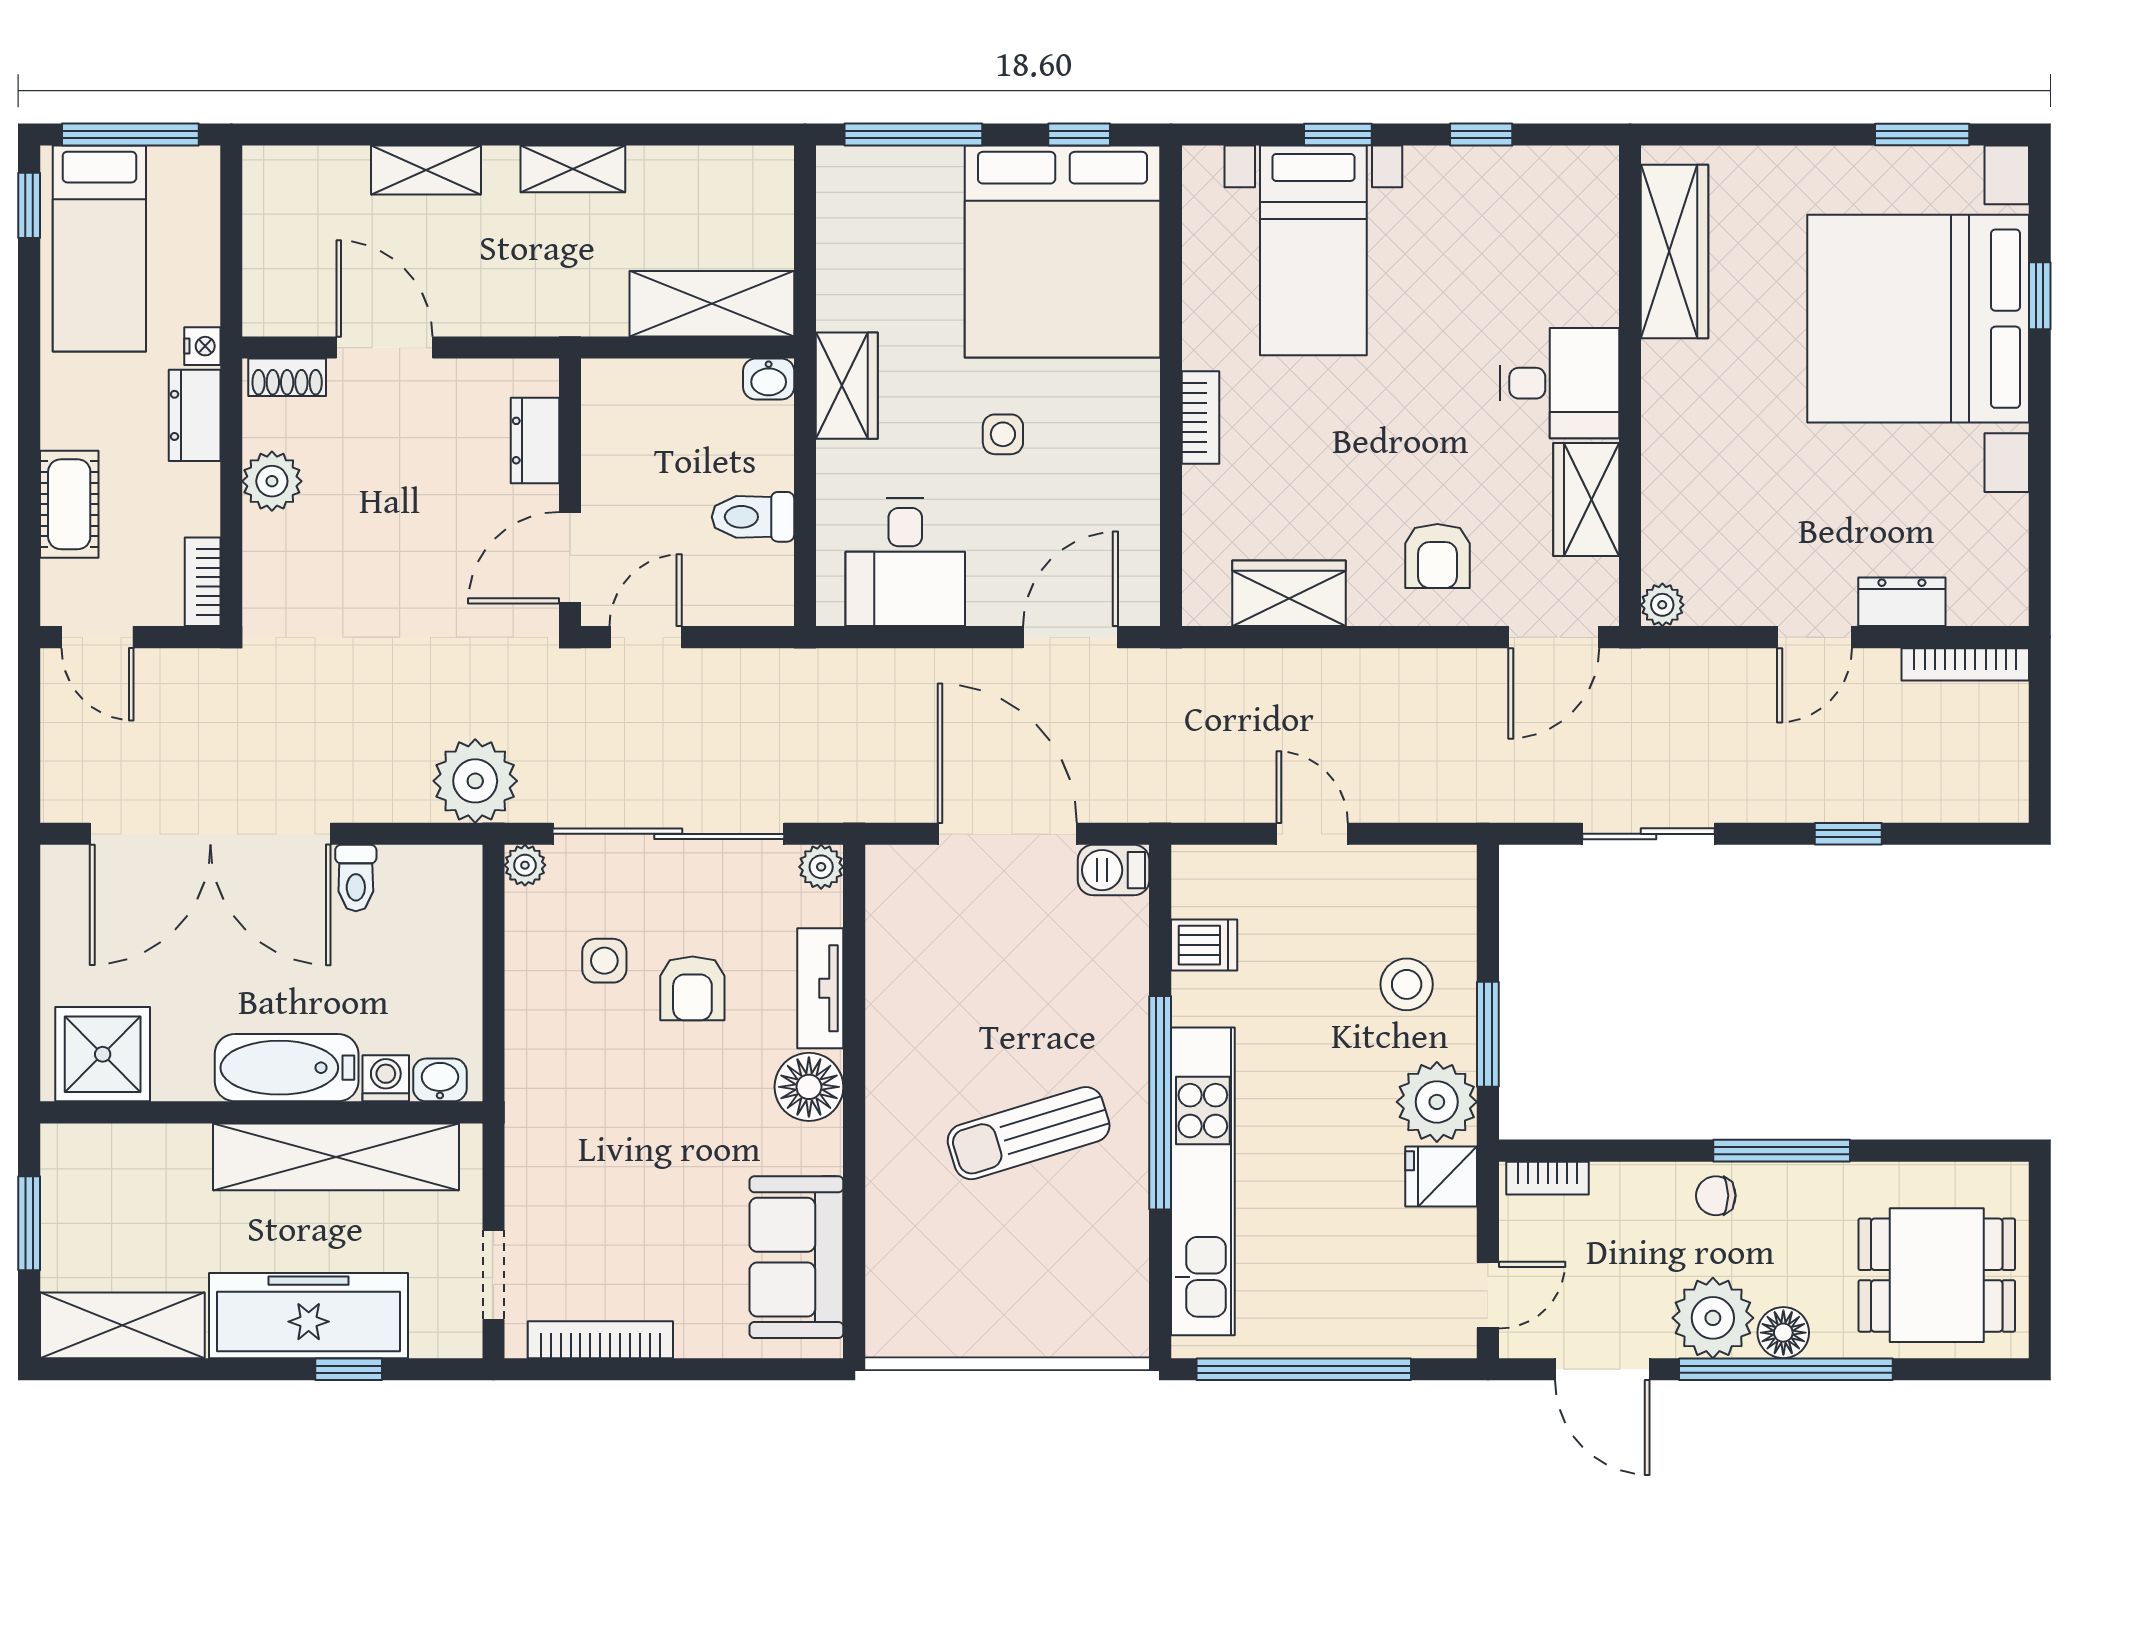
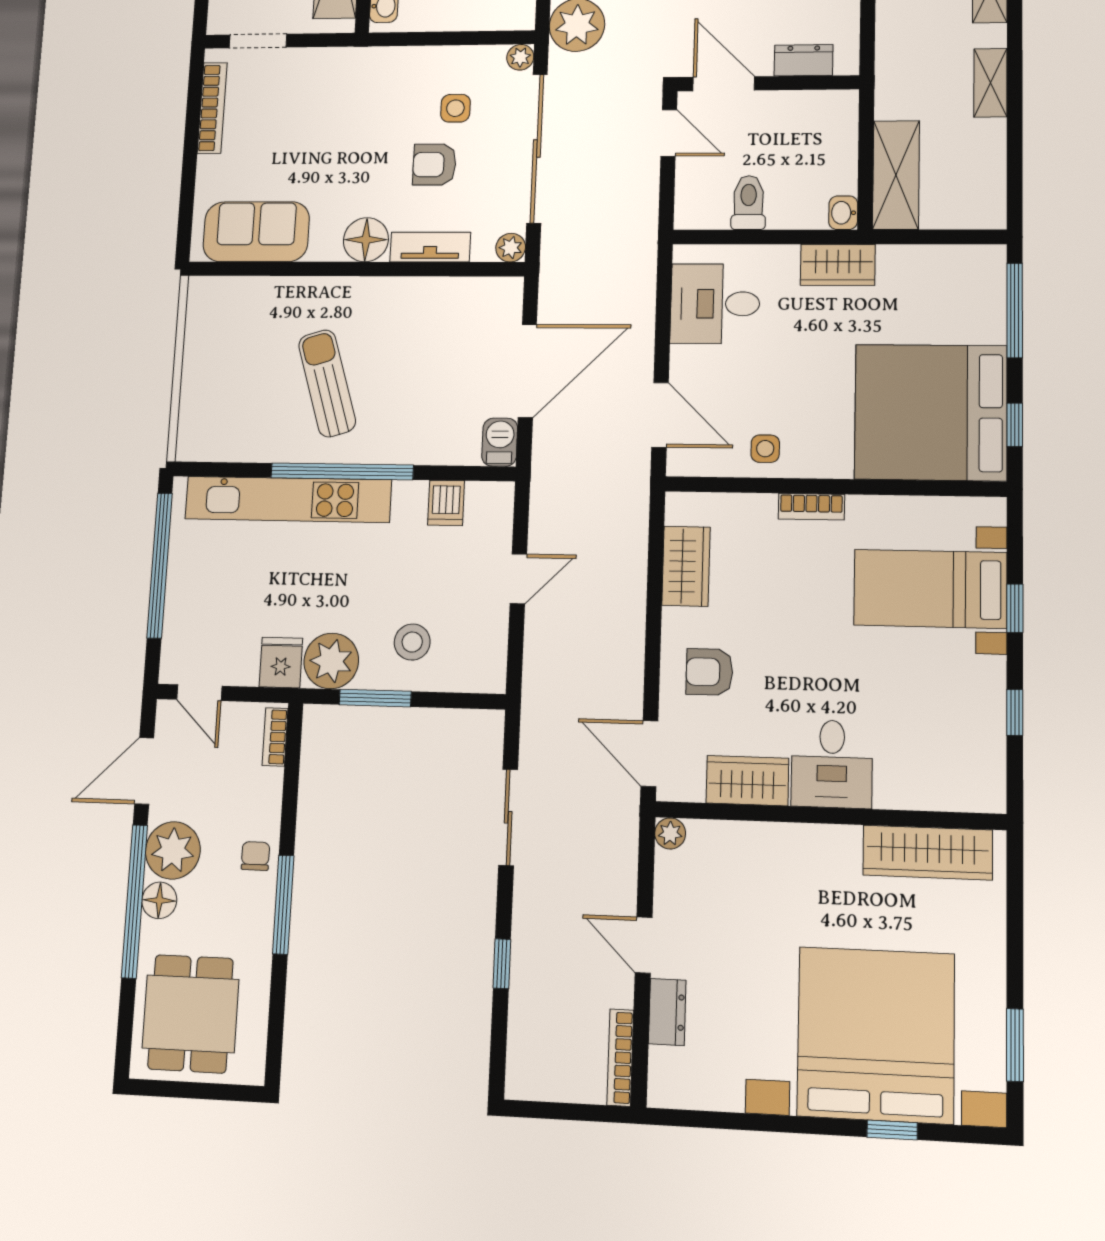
side table: (1003, 434) -> (765, 449), moved

